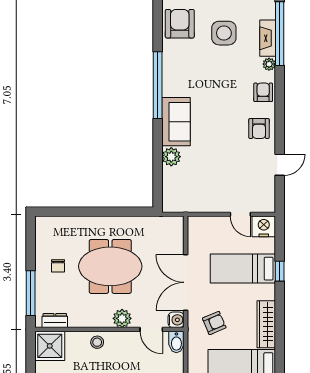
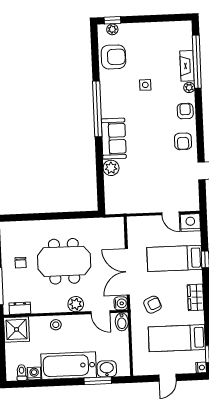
armchair: (180, 24) -> (113, 57), turned 90
side table: (224, 33) -> (145, 85), moved, width x0.54, depth x0.54
wardrobe: (266, 324) -> (196, 297), width x0.67

